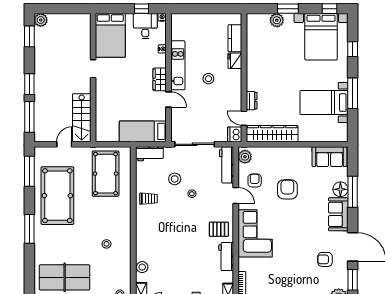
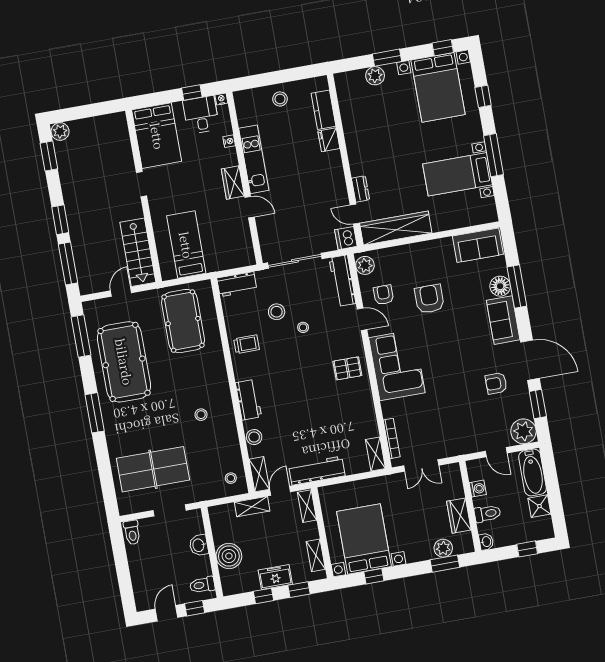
stool: (208, 79) -> (280, 99), moved
bed: (143, 131) -> (186, 245), moved, turned 90
workbench: (226, 257) -> (248, 400), moved, turned 180

